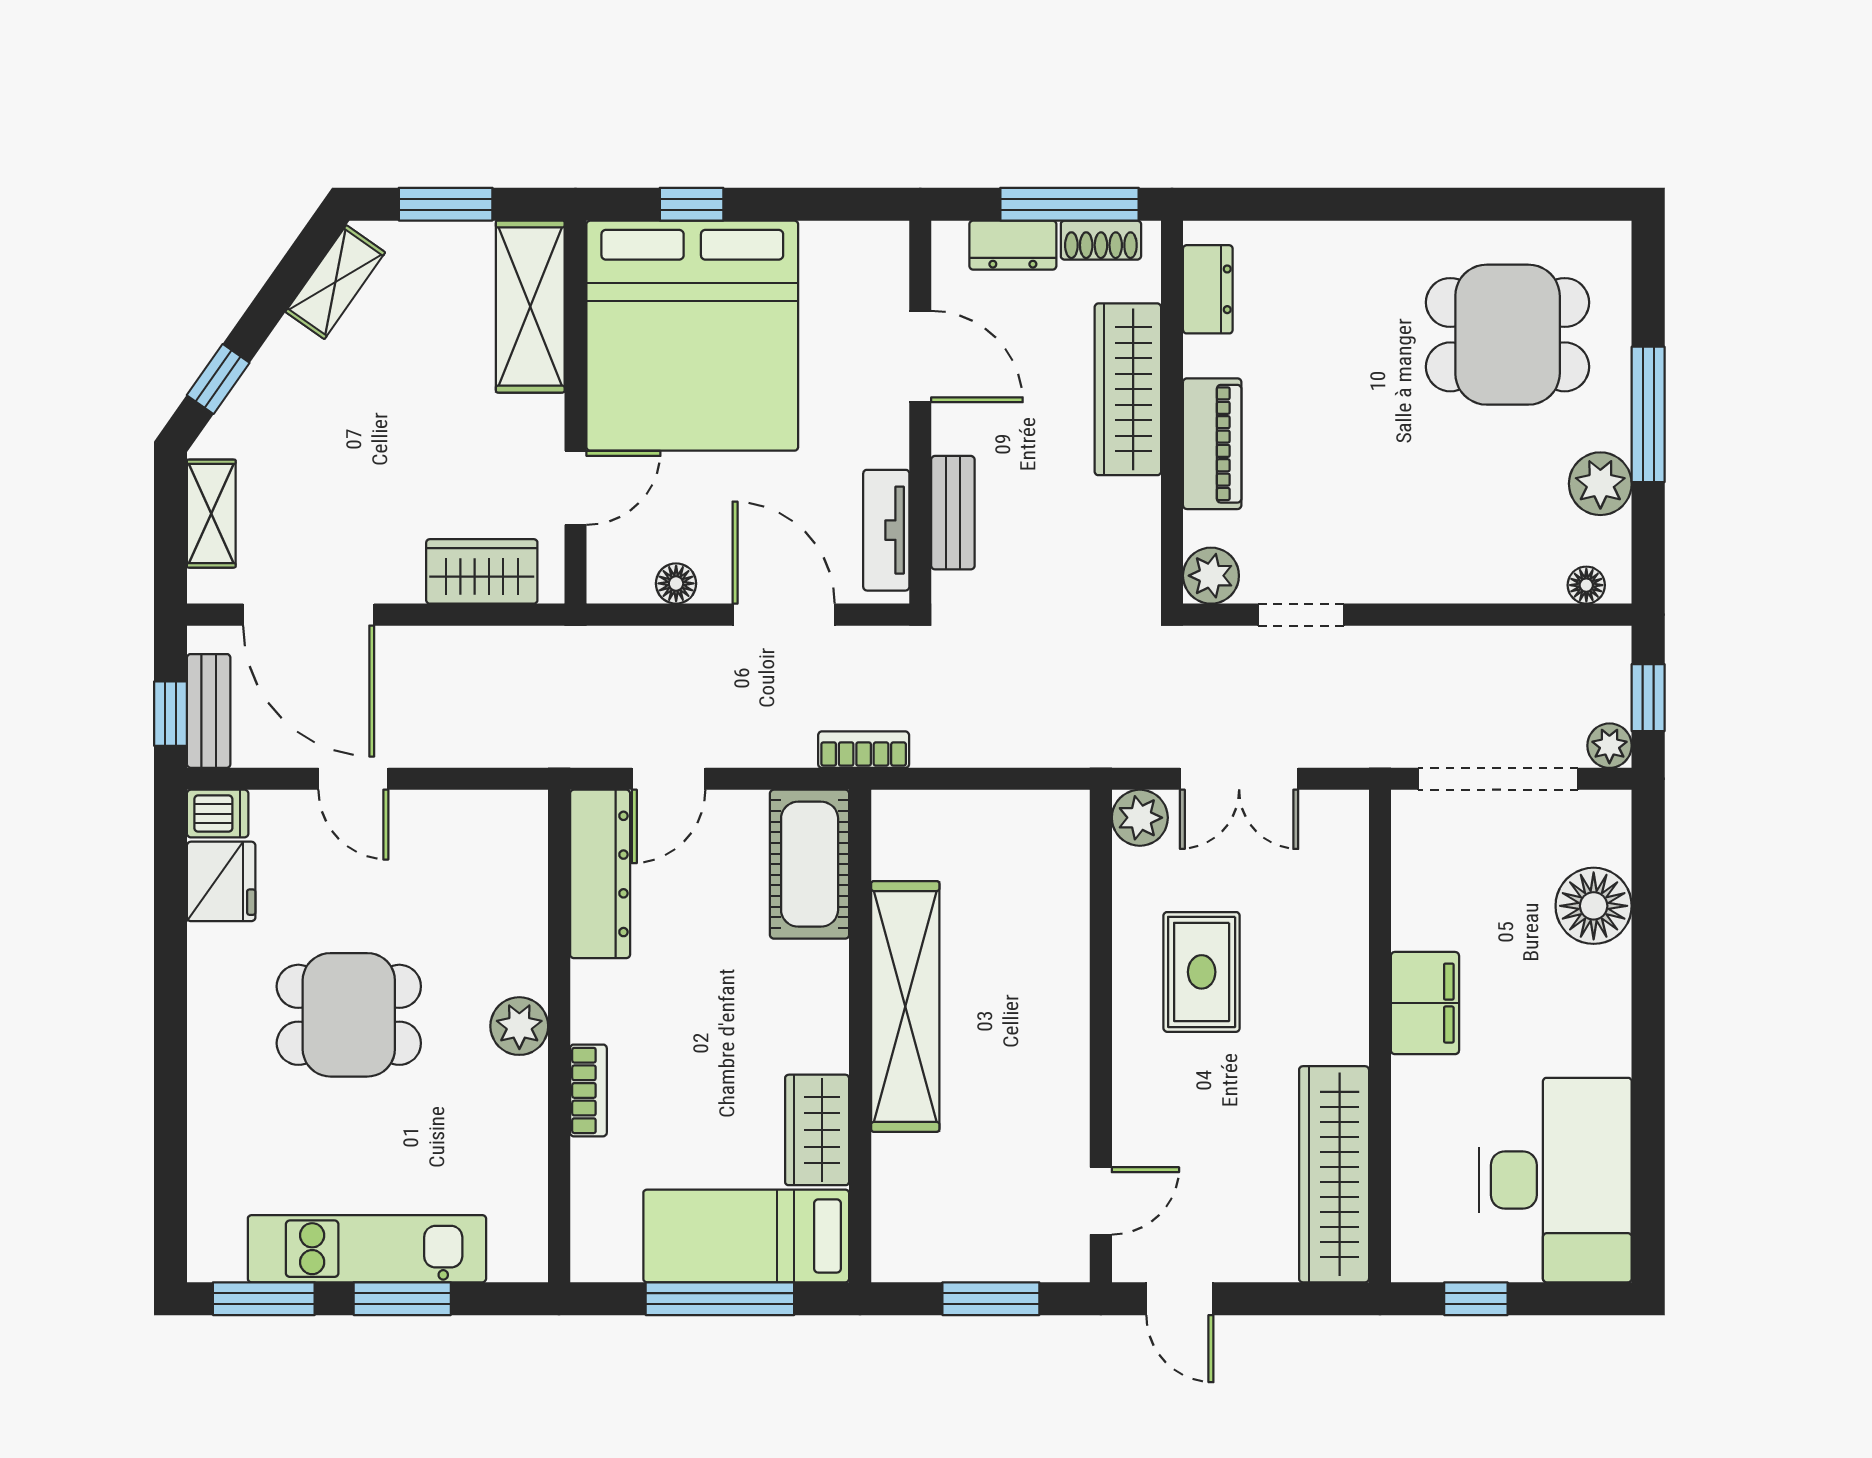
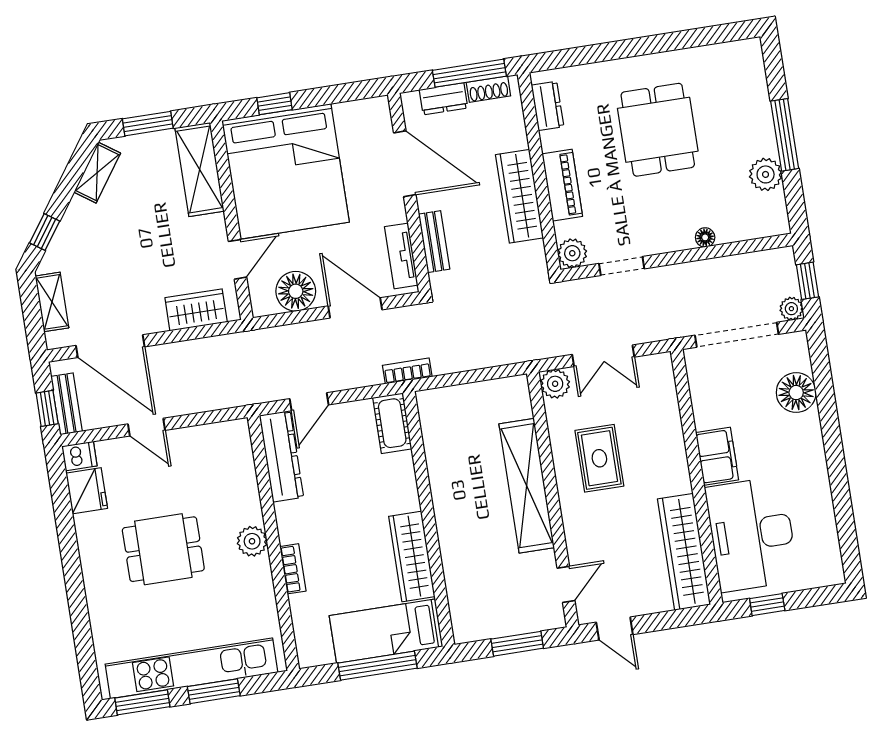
dining table: (1508, 335) -> (658, 130), moved, turned 90
door: (920, 357) -> (405, 164), width x1.36
wardrobe: (1128, 389) -> (519, 196), moved
floor lamp: (676, 583) -> (296, 291), width x1.89, depth x1.89
floor lamp: (1586, 585) -> (705, 237), moved
cot: (810, 864) -> (392, 423), width x0.73, depth x0.75
shelving: (905, 1006) -> (527, 486), moved
wardrobe: (817, 1130) -> (412, 557), width x1.50
desk: (1555, 1180) -> (752, 534), moved, turned 180
kitchen unit: (367, 1249) -> (192, 668), width x1.36

